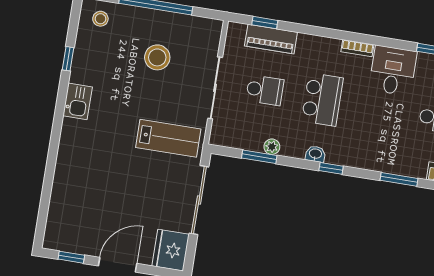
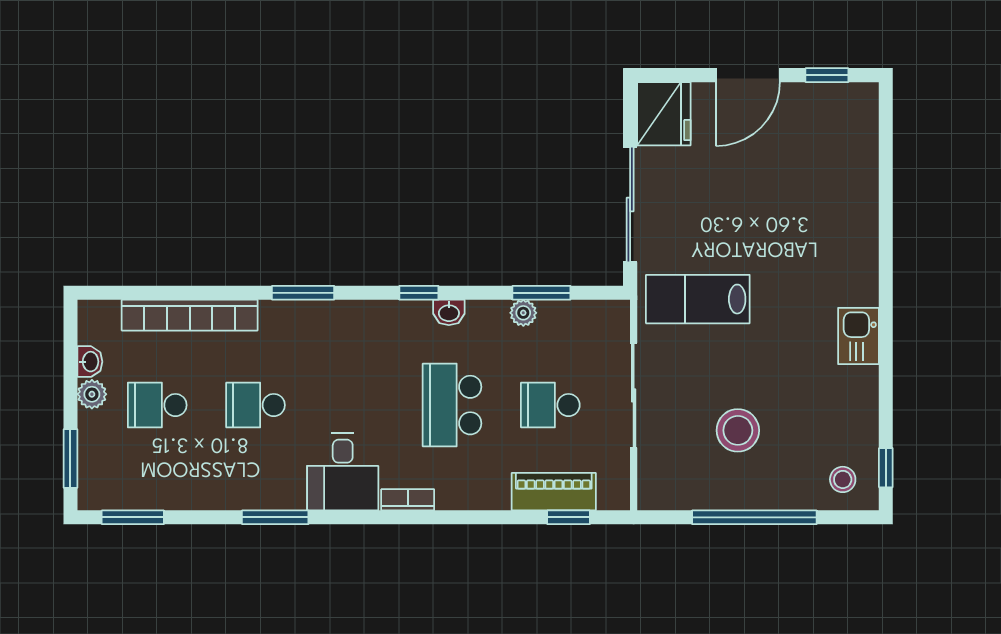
window: (68, 59) -> (886, 468), moved

